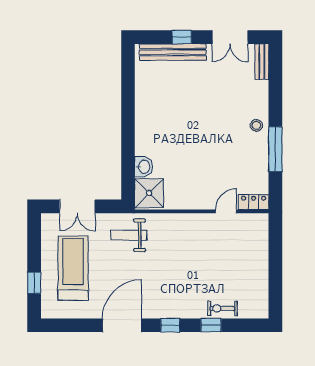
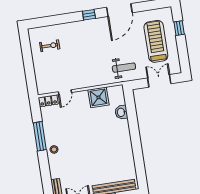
shower: (149, 193) -> (98, 97), moved
treadmill: (73, 268) -> (156, 41), turned 180
exercise bike: (222, 308) -> (50, 46), moved
window: (211, 325) -> (63, 19), removed

